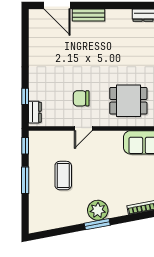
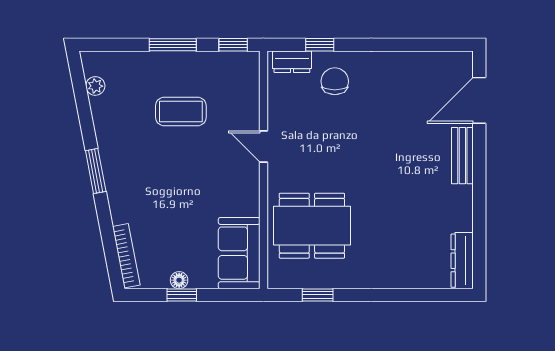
chair: (81, 98) -> (335, 81), moved
dining table: (128, 101) -> (312, 226), width x1.37
plant: (98, 210) -> (95, 86), moved, width x0.53, depth x0.53

